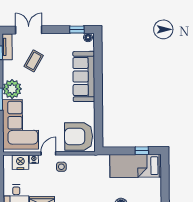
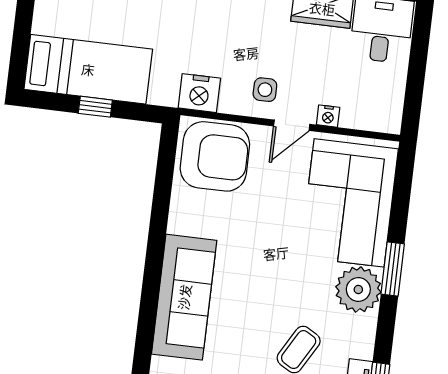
window: (142, 151) -> (95, 107), moved
nightstand: (20, 162) -> (199, 93), moved

